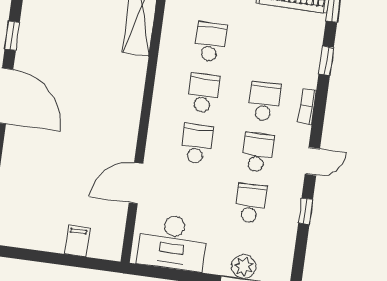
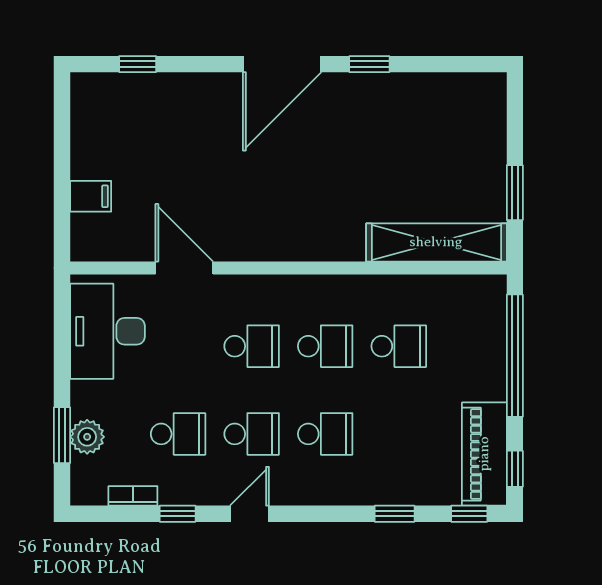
bookcase: (307, 107) -> (133, 496), moved
door: (312, 161) -> (249, 514), swing flipped

